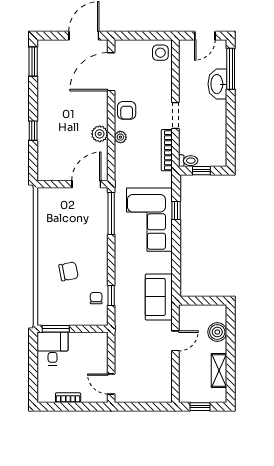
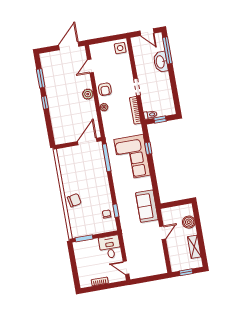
door: (205, 36) -> (147, 32), hinge flipped
window: (33, 61) -> (41, 78), moved
door: (111, 72) -> (90, 66), width x0.53
window: (33, 131) -> (45, 103), moved
plant: (100, 134) -> (88, 94), moved
chair: (68, 271) -> (74, 200), moved
desk: (53, 348) -> (110, 247), moved

